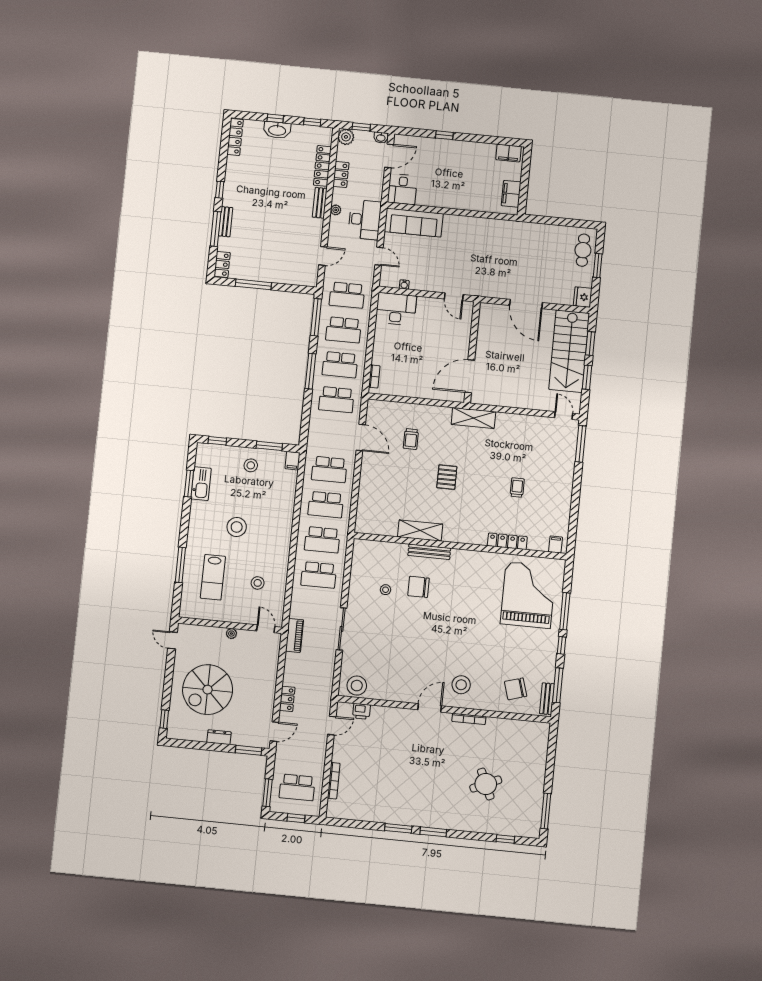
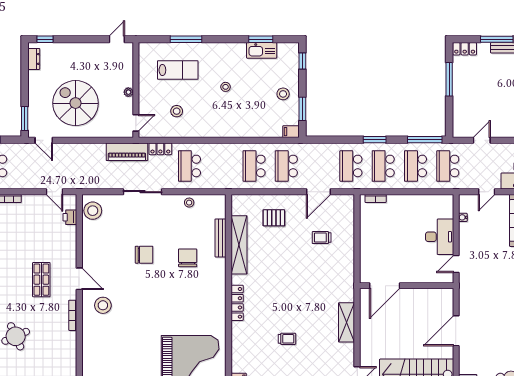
door: (323, 256) -> (482, 140), swing flipped
desk: (396, 309) -> (440, 237), moved
window: (310, 371) -> (375, 140), width x0.69
door: (470, 376) -> (385, 286), swing flipped
shelving: (473, 418) -> (347, 322), moved
pallet: (447, 477) -> (274, 218), moved
stool: (237, 527) -> (226, 87), width x0.53, depth x0.53
shelving: (420, 531) -> (239, 245), width x1.47
school desk: (322, 540) -> (222, 166), removed
locker: (507, 541) -> (237, 303), moved
bench: (429, 552) -> (221, 238), moved
lab bench: (213, 577) -> (178, 70), turned 180
stool: (386, 590) -> (189, 203), moved
piano: (294, 635) -> (127, 152), width x1.37, depth x1.33
chair: (516, 689) -> (144, 255), moved, turned 107
spiral stairs: (208, 690) -> (76, 103), moved
locker: (287, 699) -> (160, 149), moved
dresser: (219, 737) -> (34, 59), moved
shop shelf: (427, 749) -> (41, 280), added

